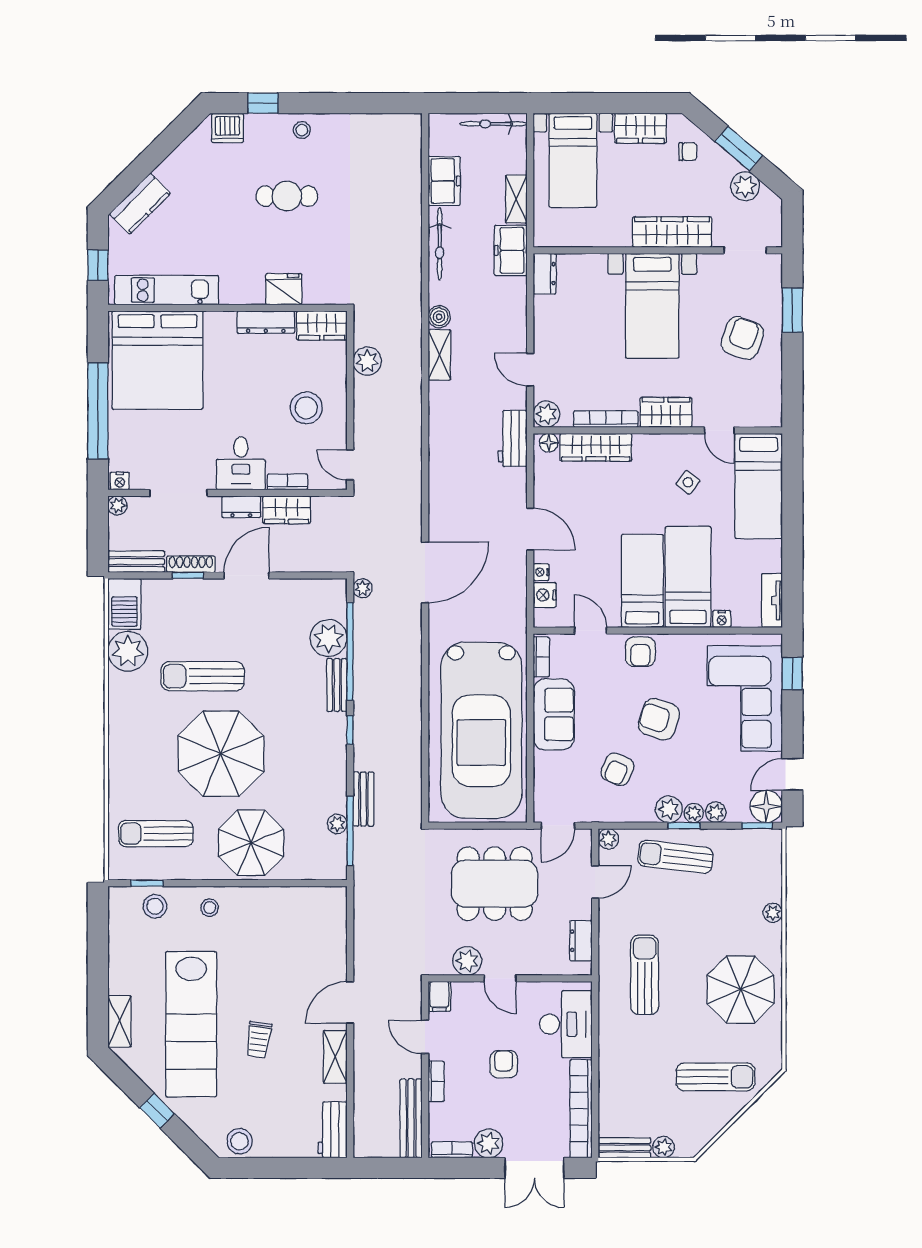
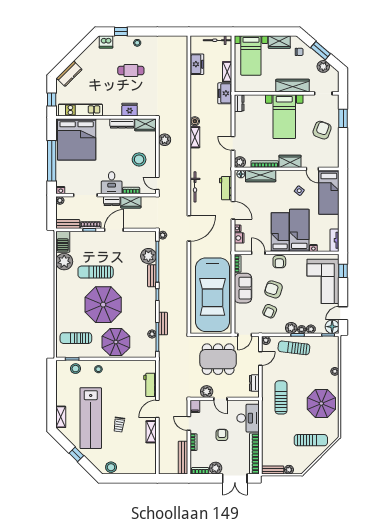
bicycle: (440, 244) -> (195, 187), moved
workbench: (513, 438) -> (226, 188), moved
armchair: (659, 719) -> (274, 289), moved
workbench: (333, 1130) -> (150, 385), moved

